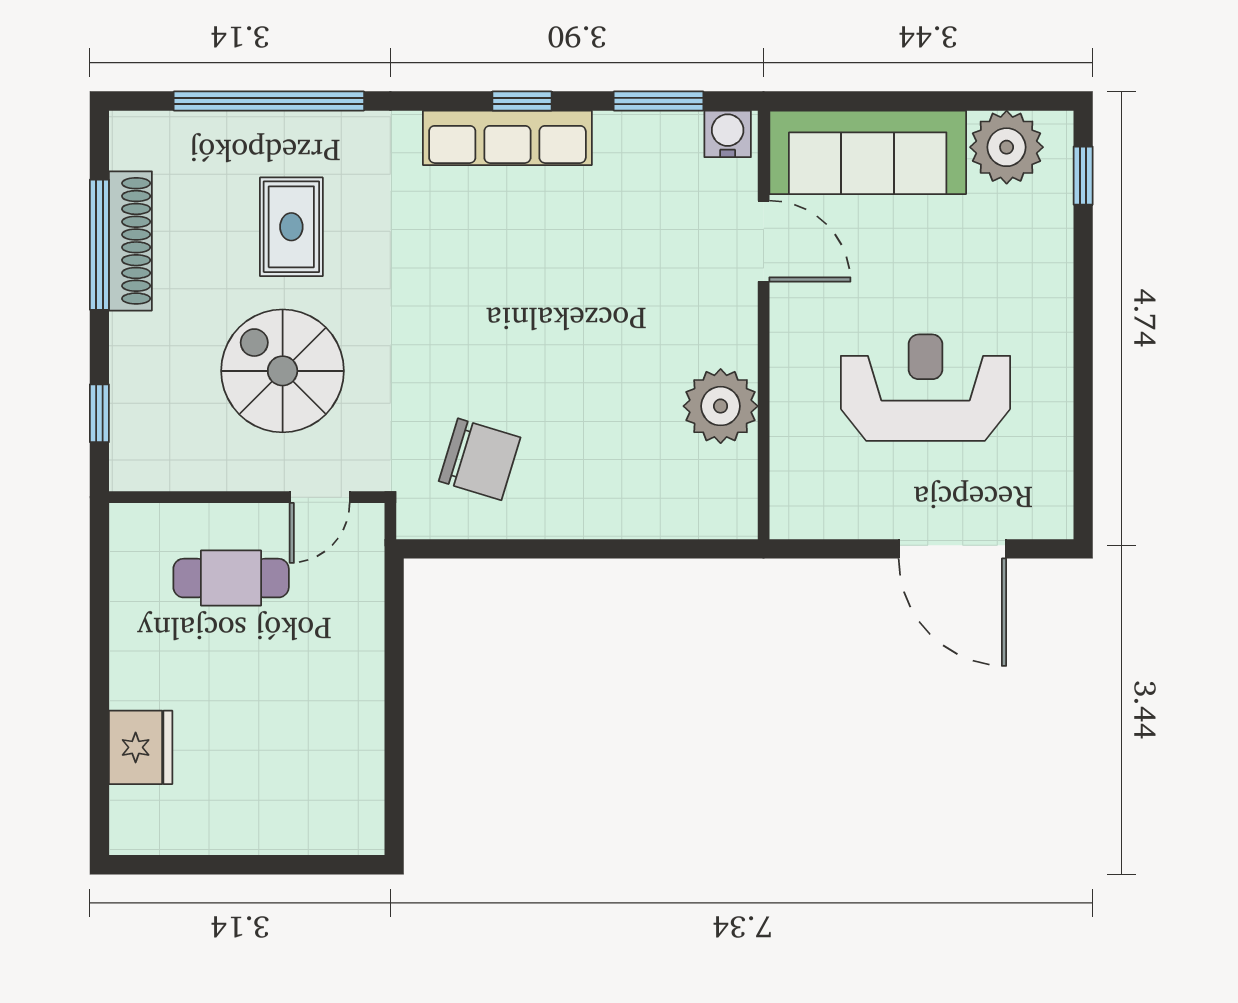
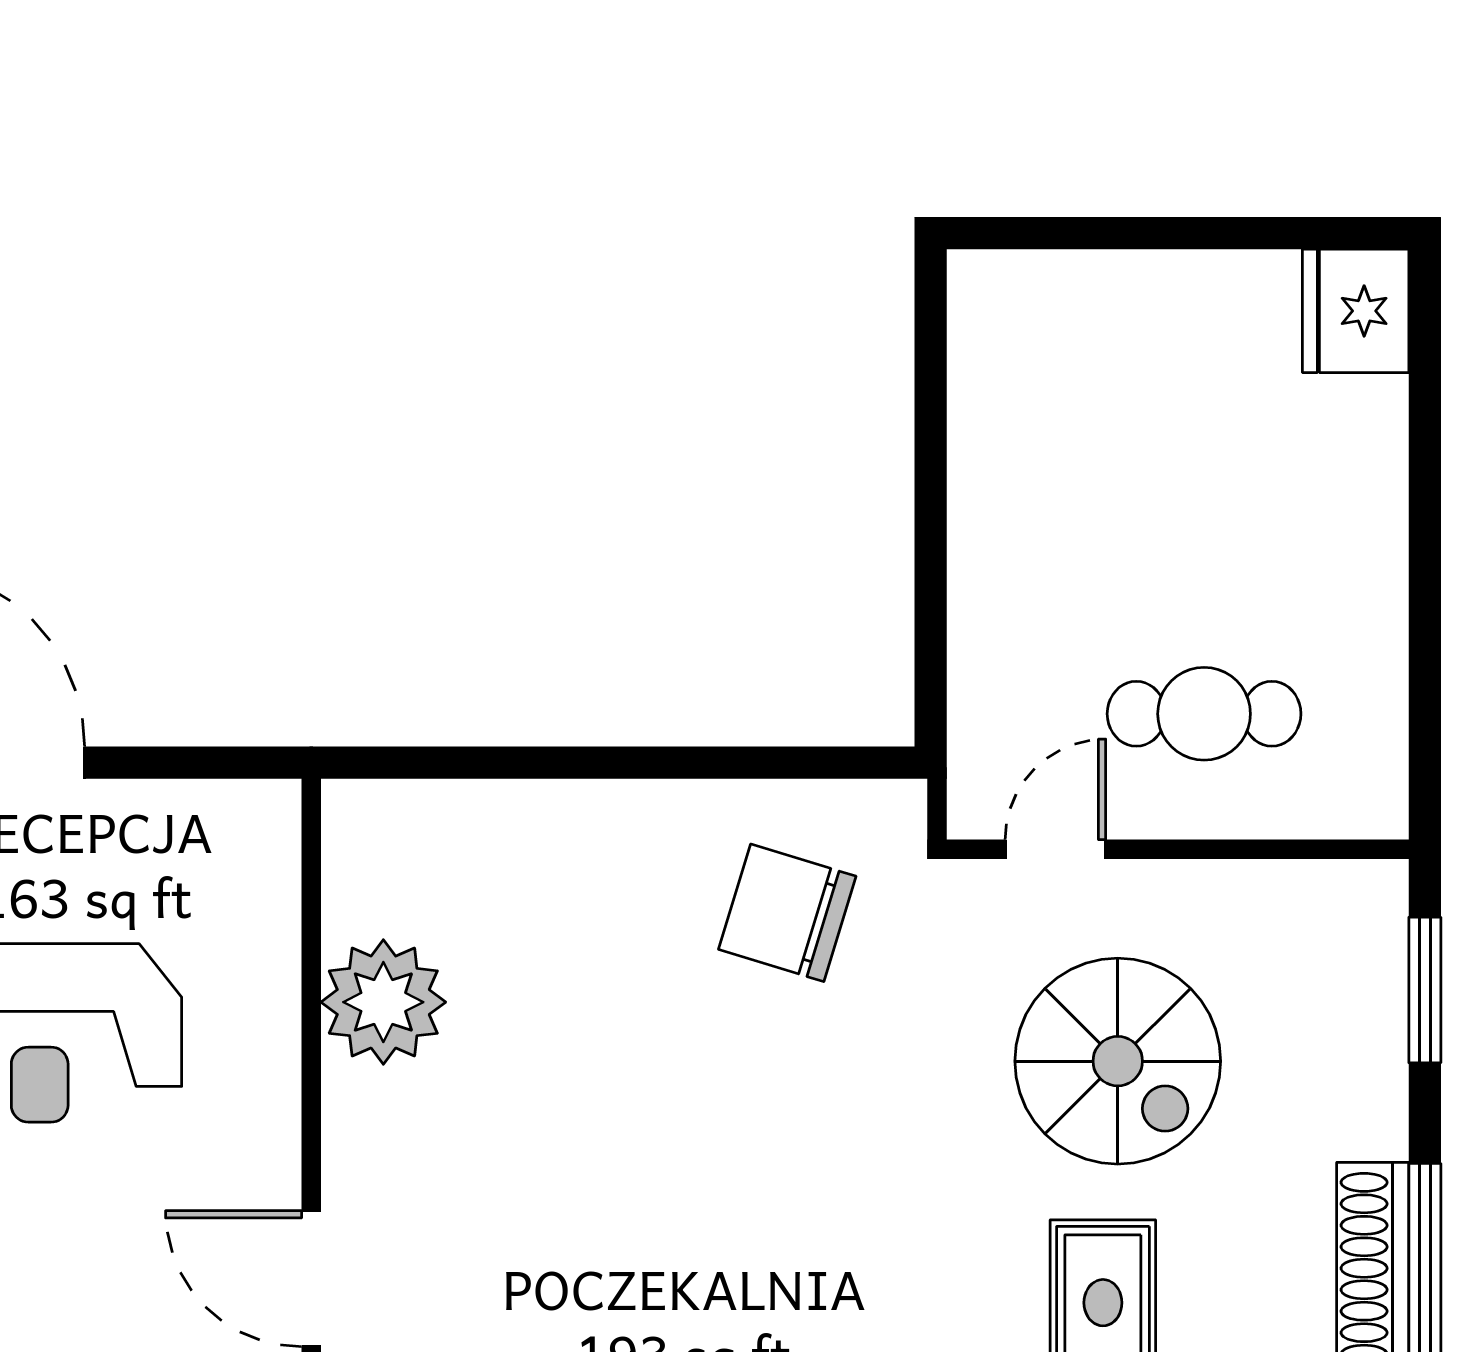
window: (99, 413) -> (1425, 990), width x1.50
fridge: (141, 747) -> (1356, 311), moved

